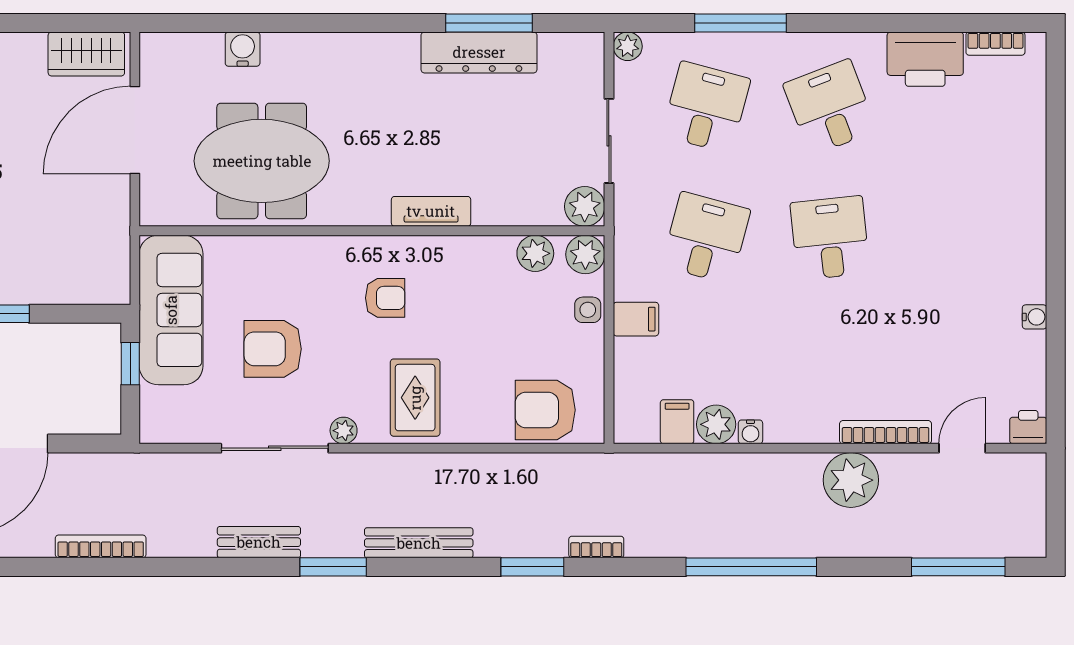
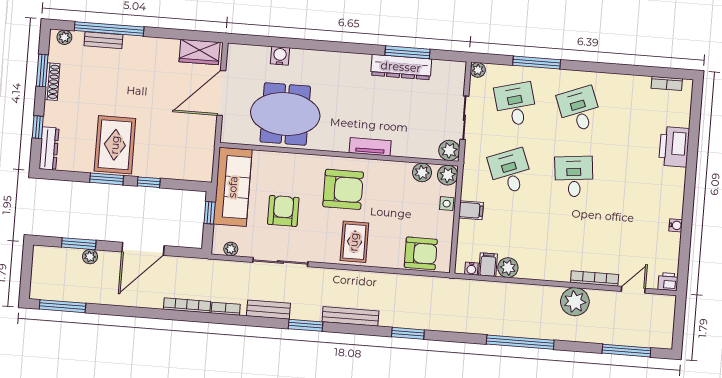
printer: (925, 59) -> (674, 147), moved, turned 90
desk: (706, 107) -> (516, 104), turned -30
desk: (706, 238) -> (510, 171), turned -36
armchair: (385, 298) -> (343, 189), width x1.88, depth x1.88
armchair: (273, 349) -> (283, 211), turned 90
armchair: (545, 410) -> (421, 253), turned 180
plant: (344, 431) -> (231, 249), moved
water cooler: (750, 432) -> (471, 269), moved
bookcase: (596, 547) -> (226, 309), moved

